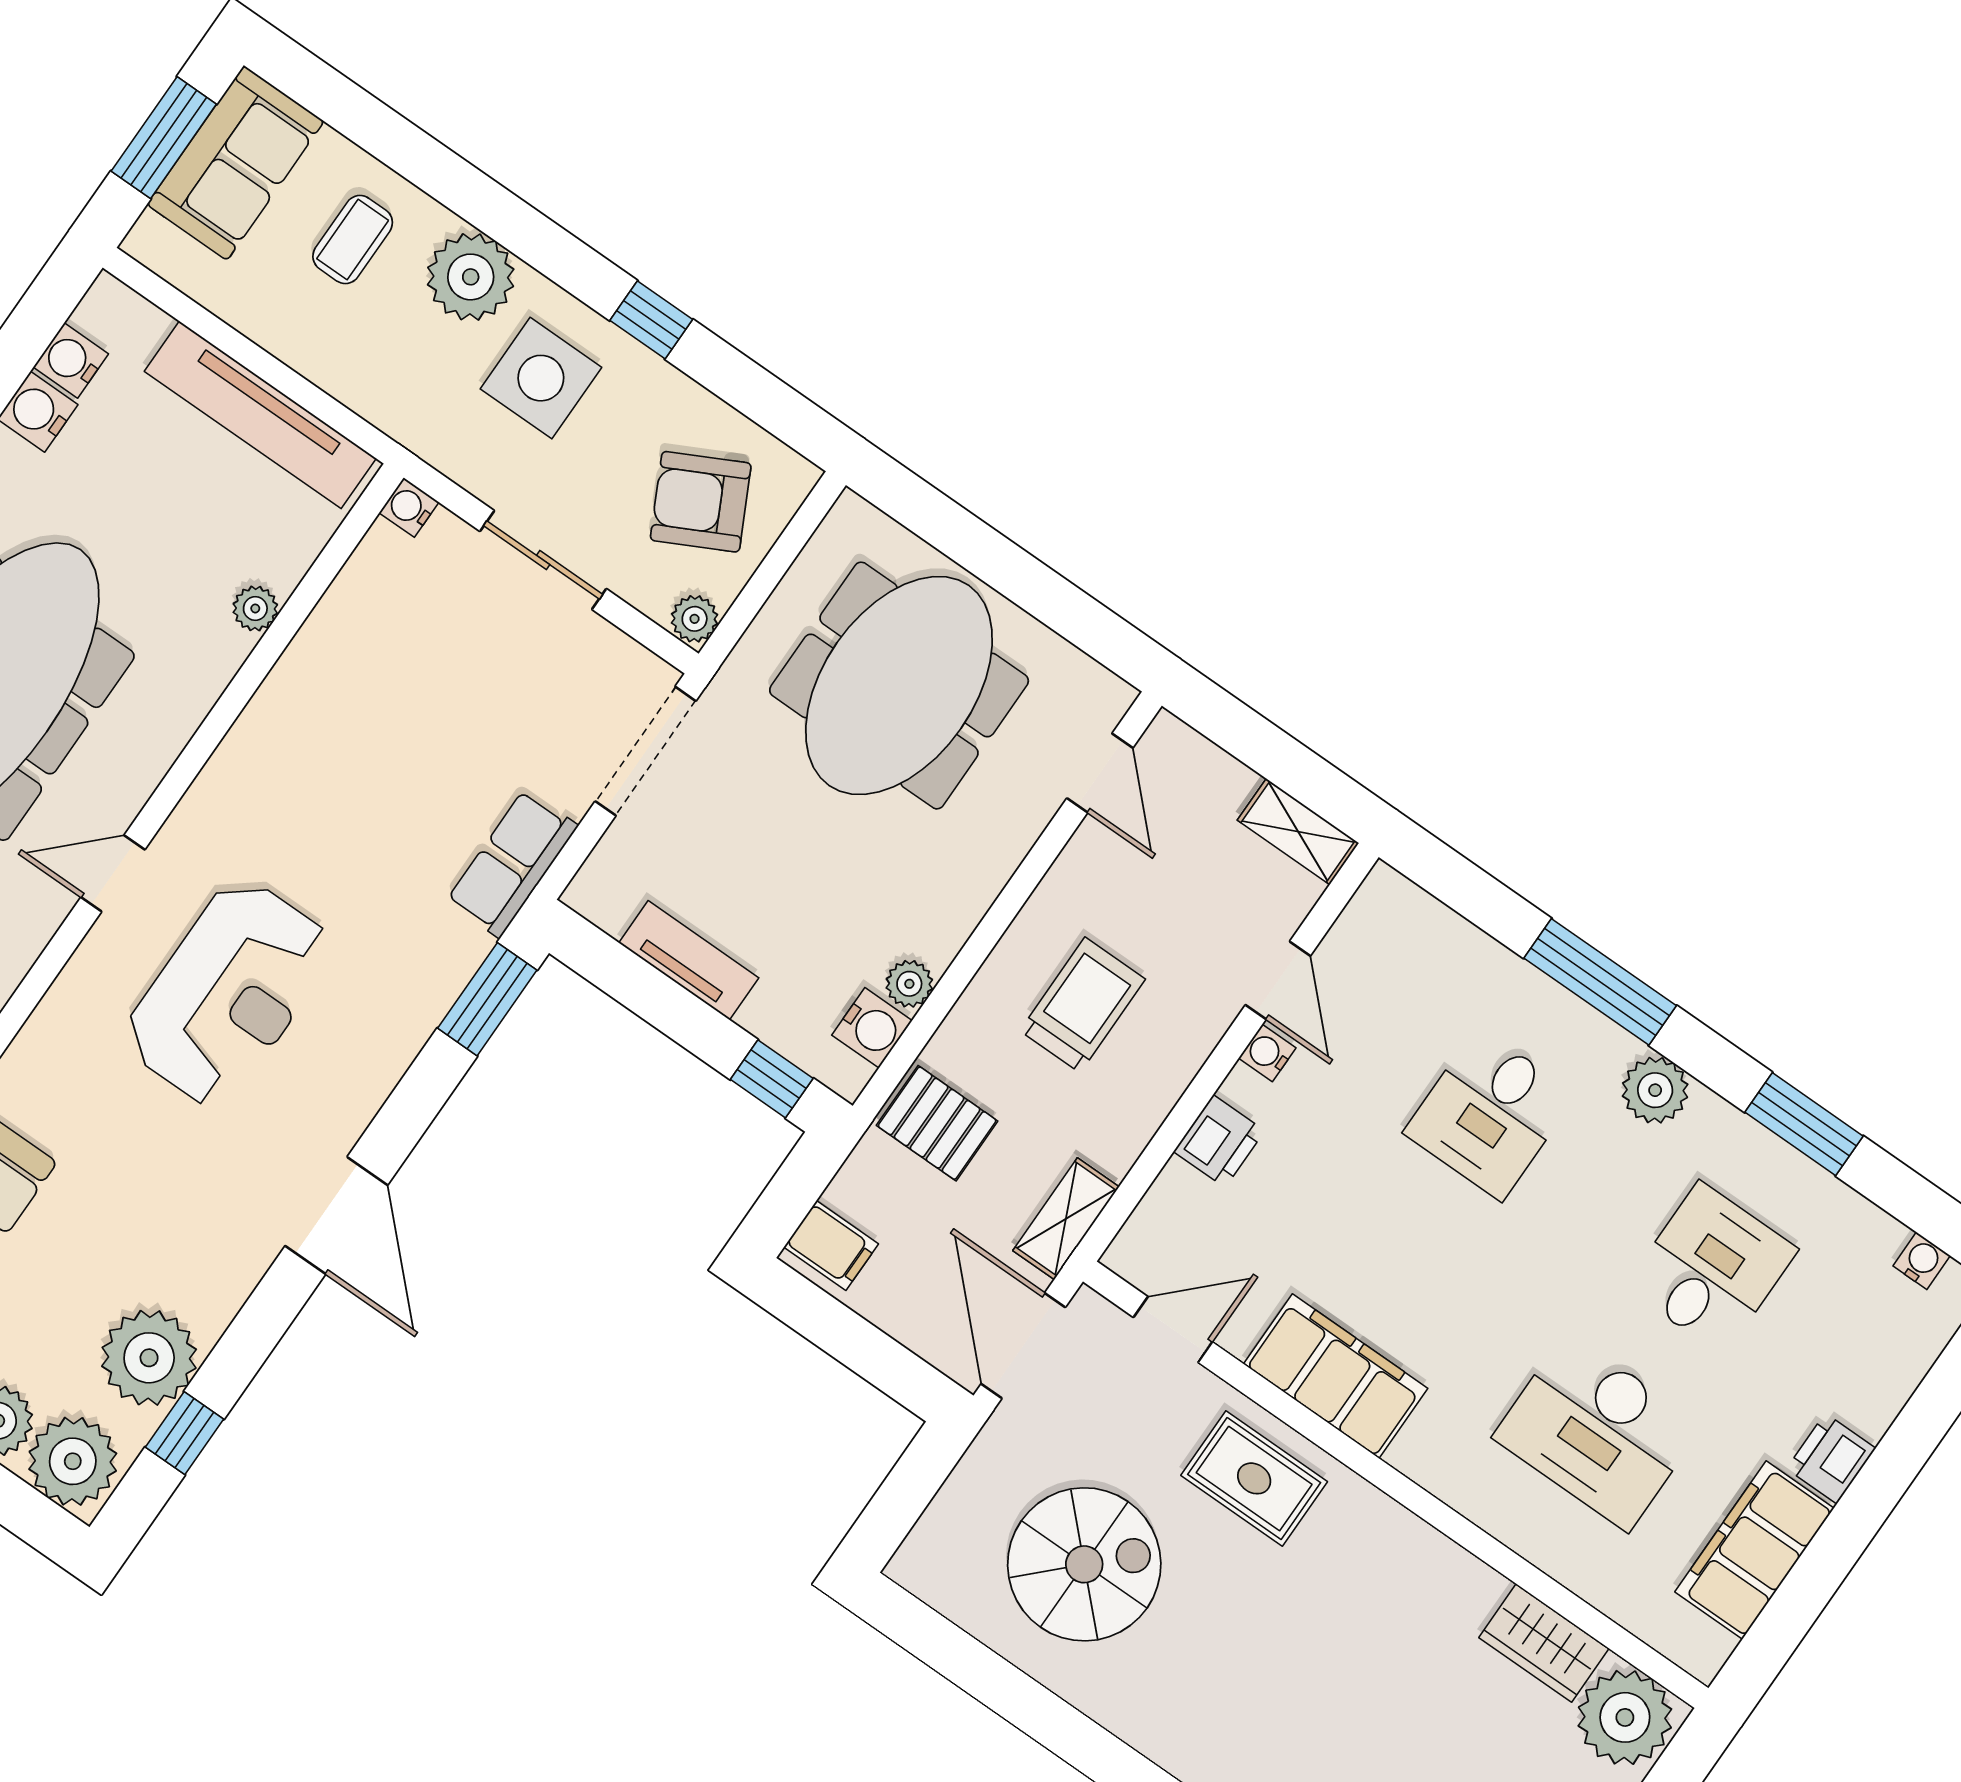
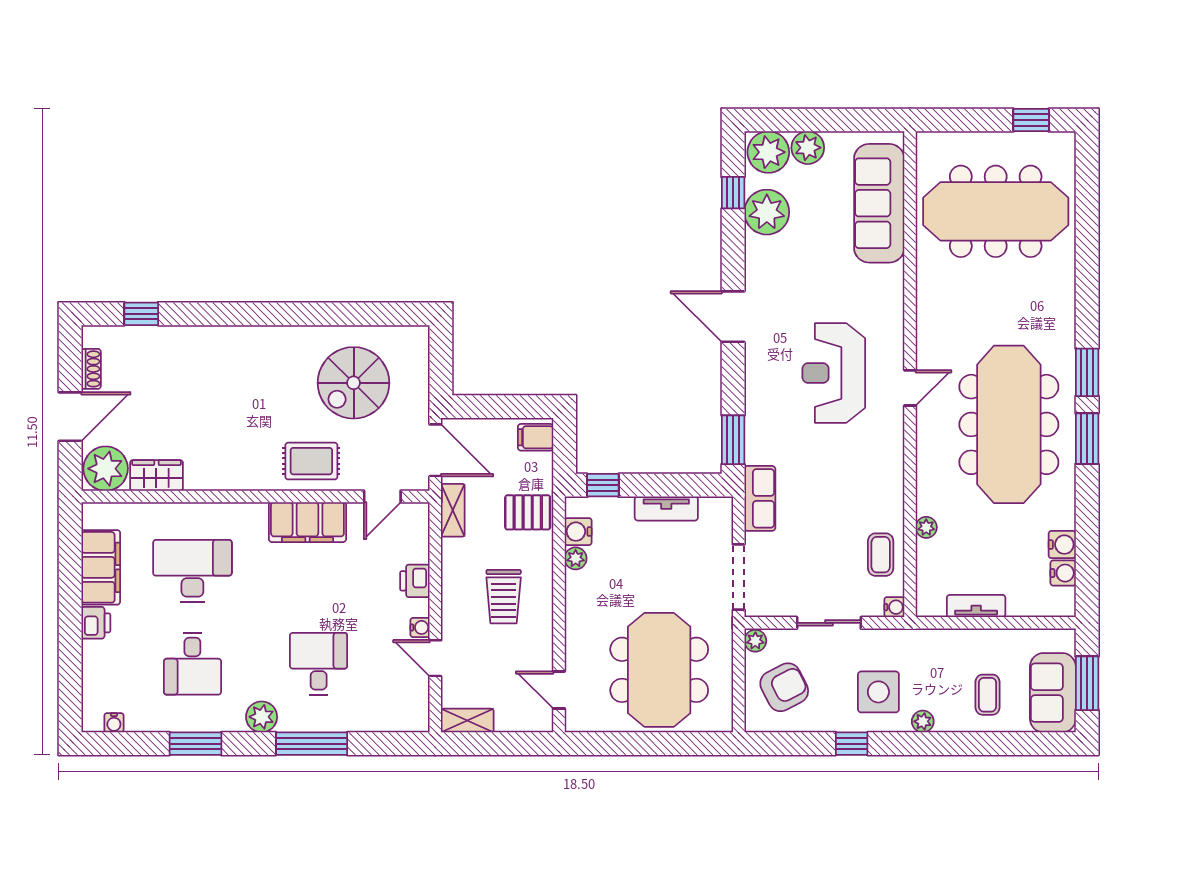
plant: (471, 277) -> (923, 721), width x0.53, depth x0.53
tv unit: (260, 415) -> (976, 606), width x0.52, depth x0.78
coffee table: (369, 617) -> (881, 555), added

